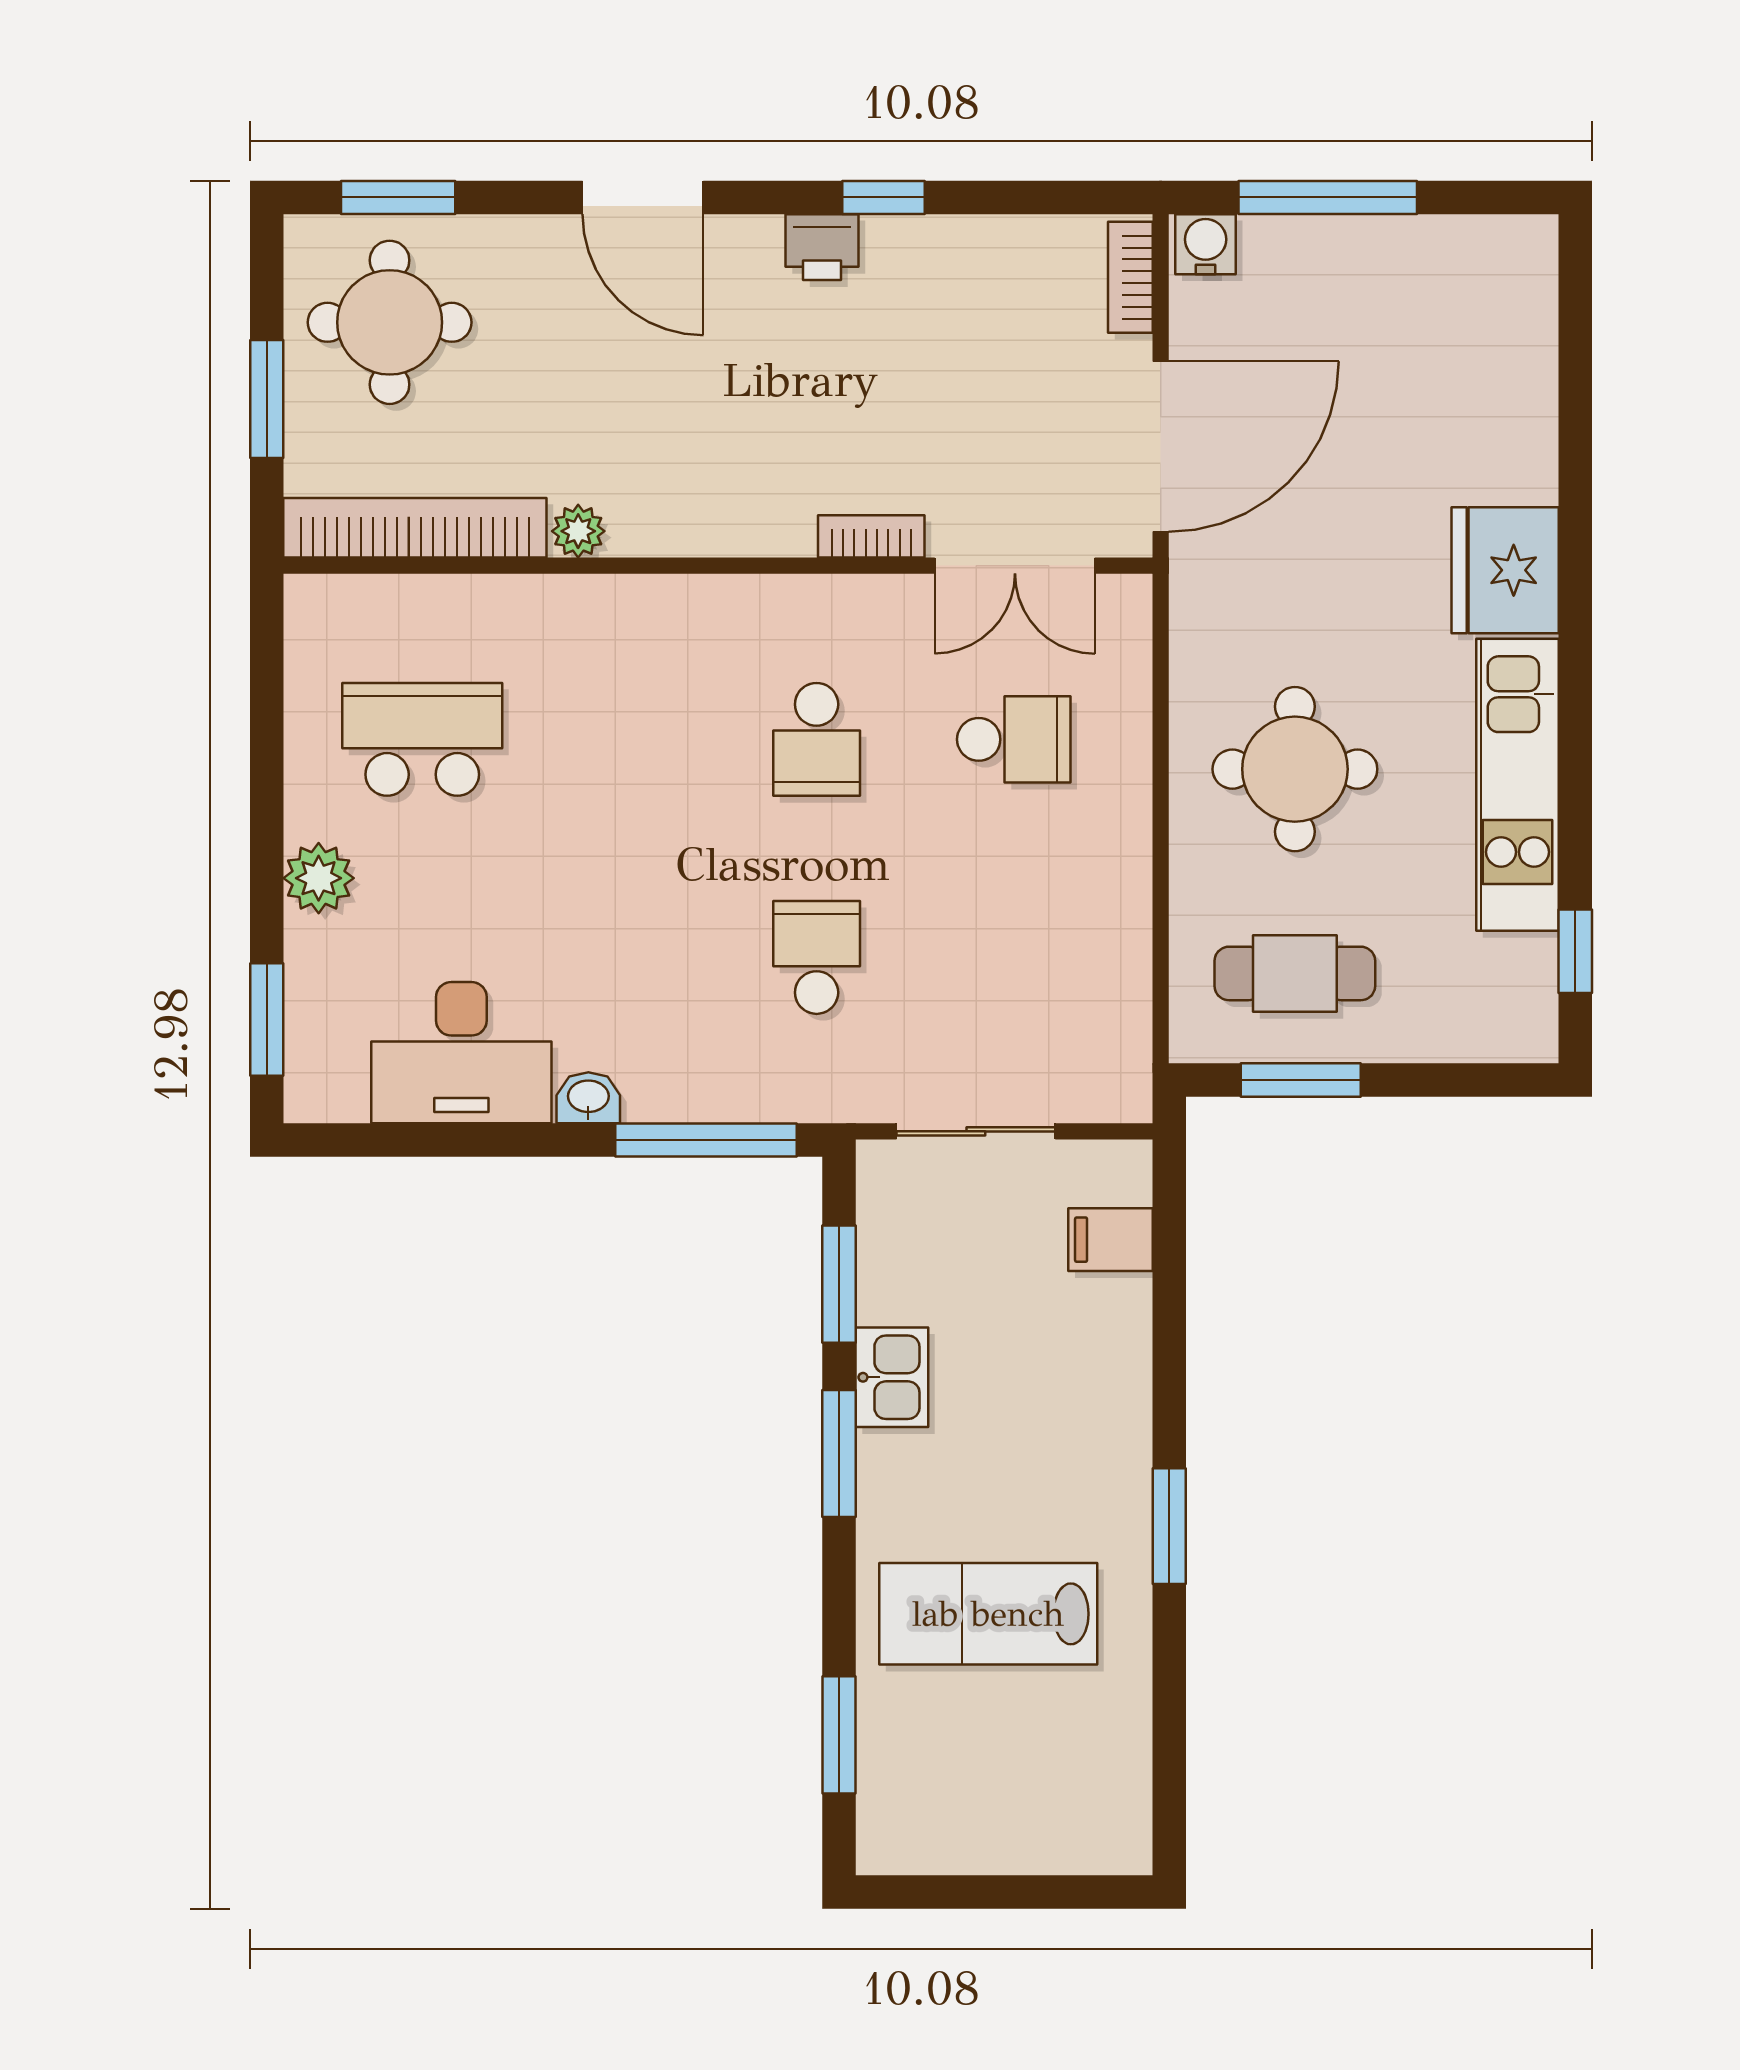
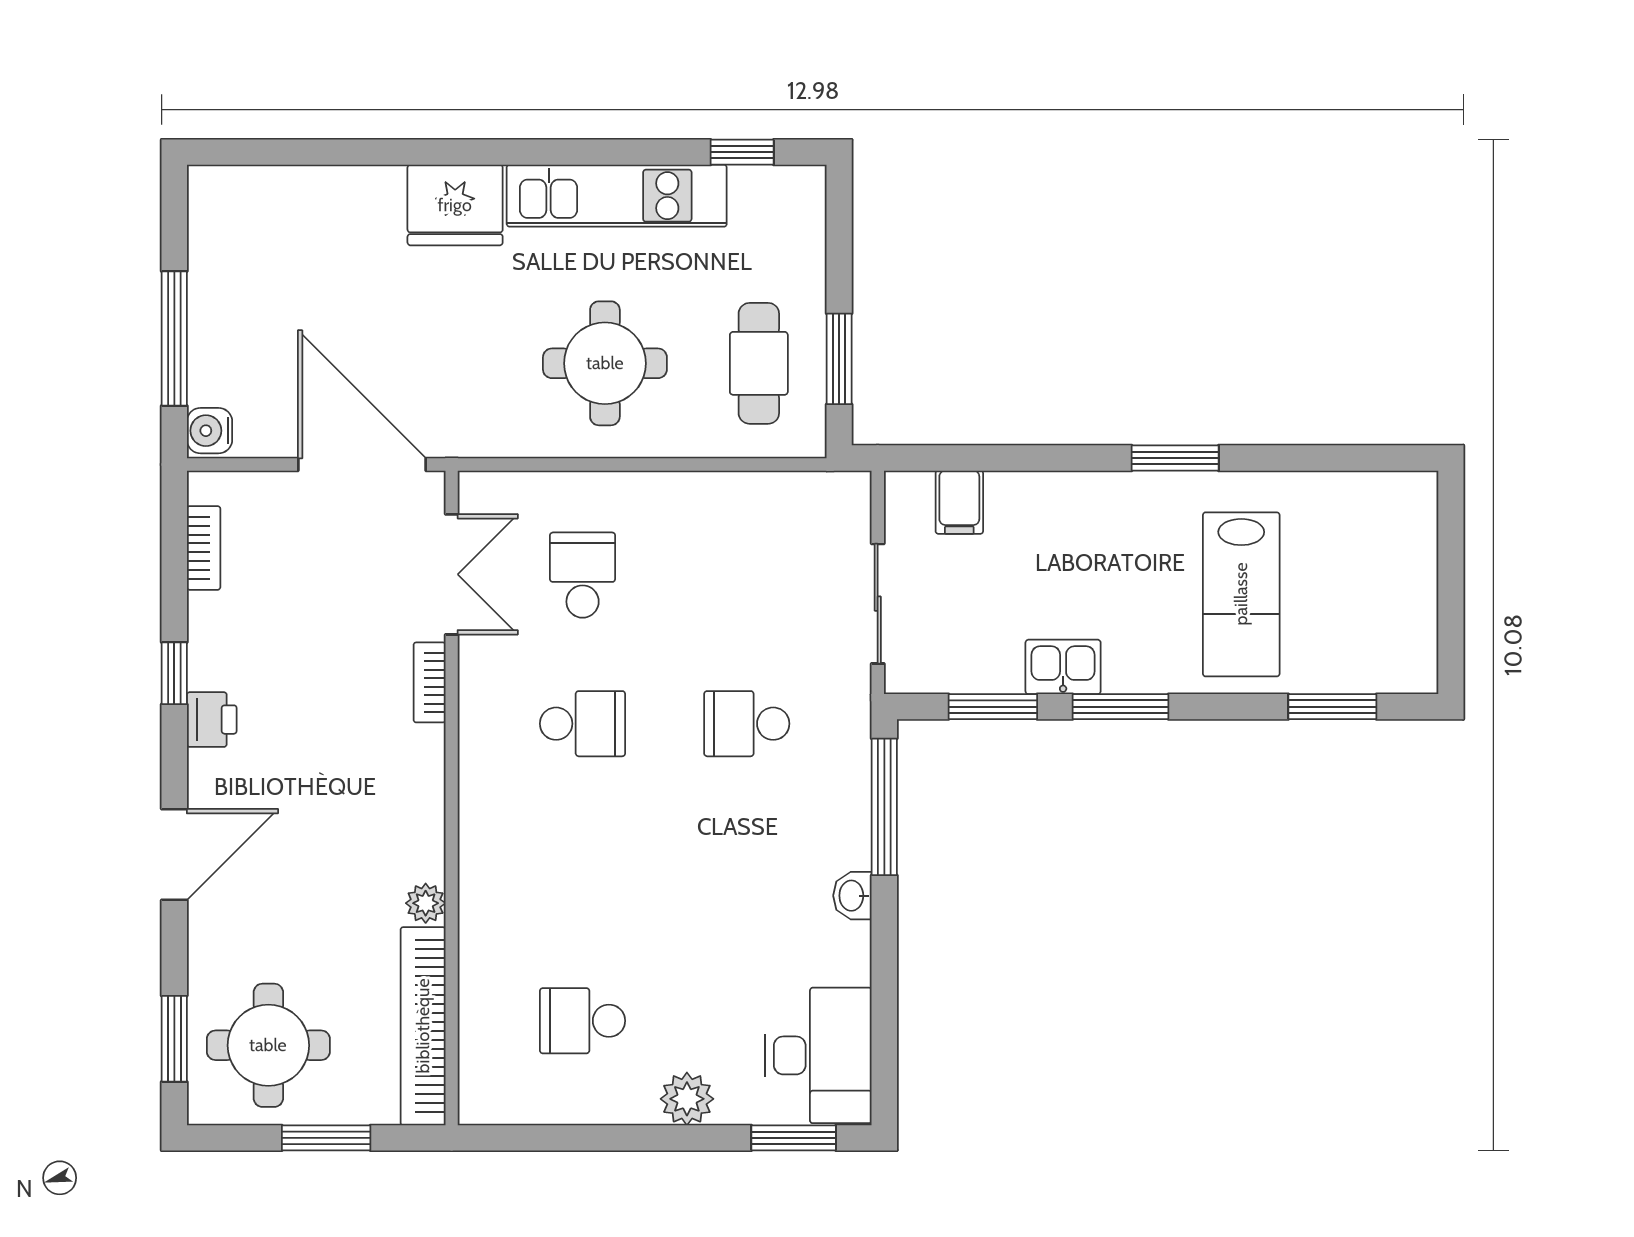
bookcase: (1130, 277) -> (204, 548), moved, turned -90
school desk: (422, 739) -> (583, 1021), width x0.54
desk: (461, 1053) -> (818, 1055), moved

